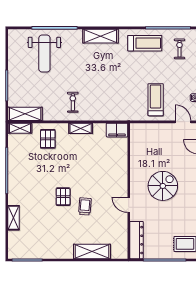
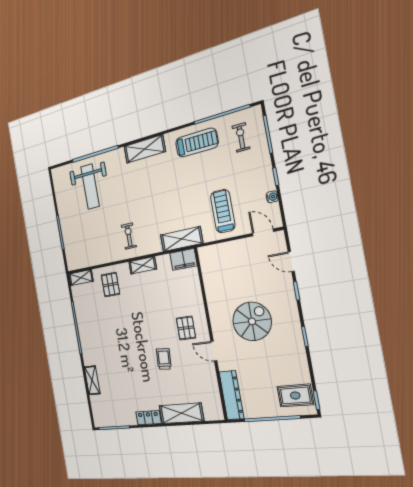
shelving: (25, 114) -> (182, 239), moved
pallet: (63, 197) -> (186, 328), moved
locker: (62, 253) -> (148, 418), added

